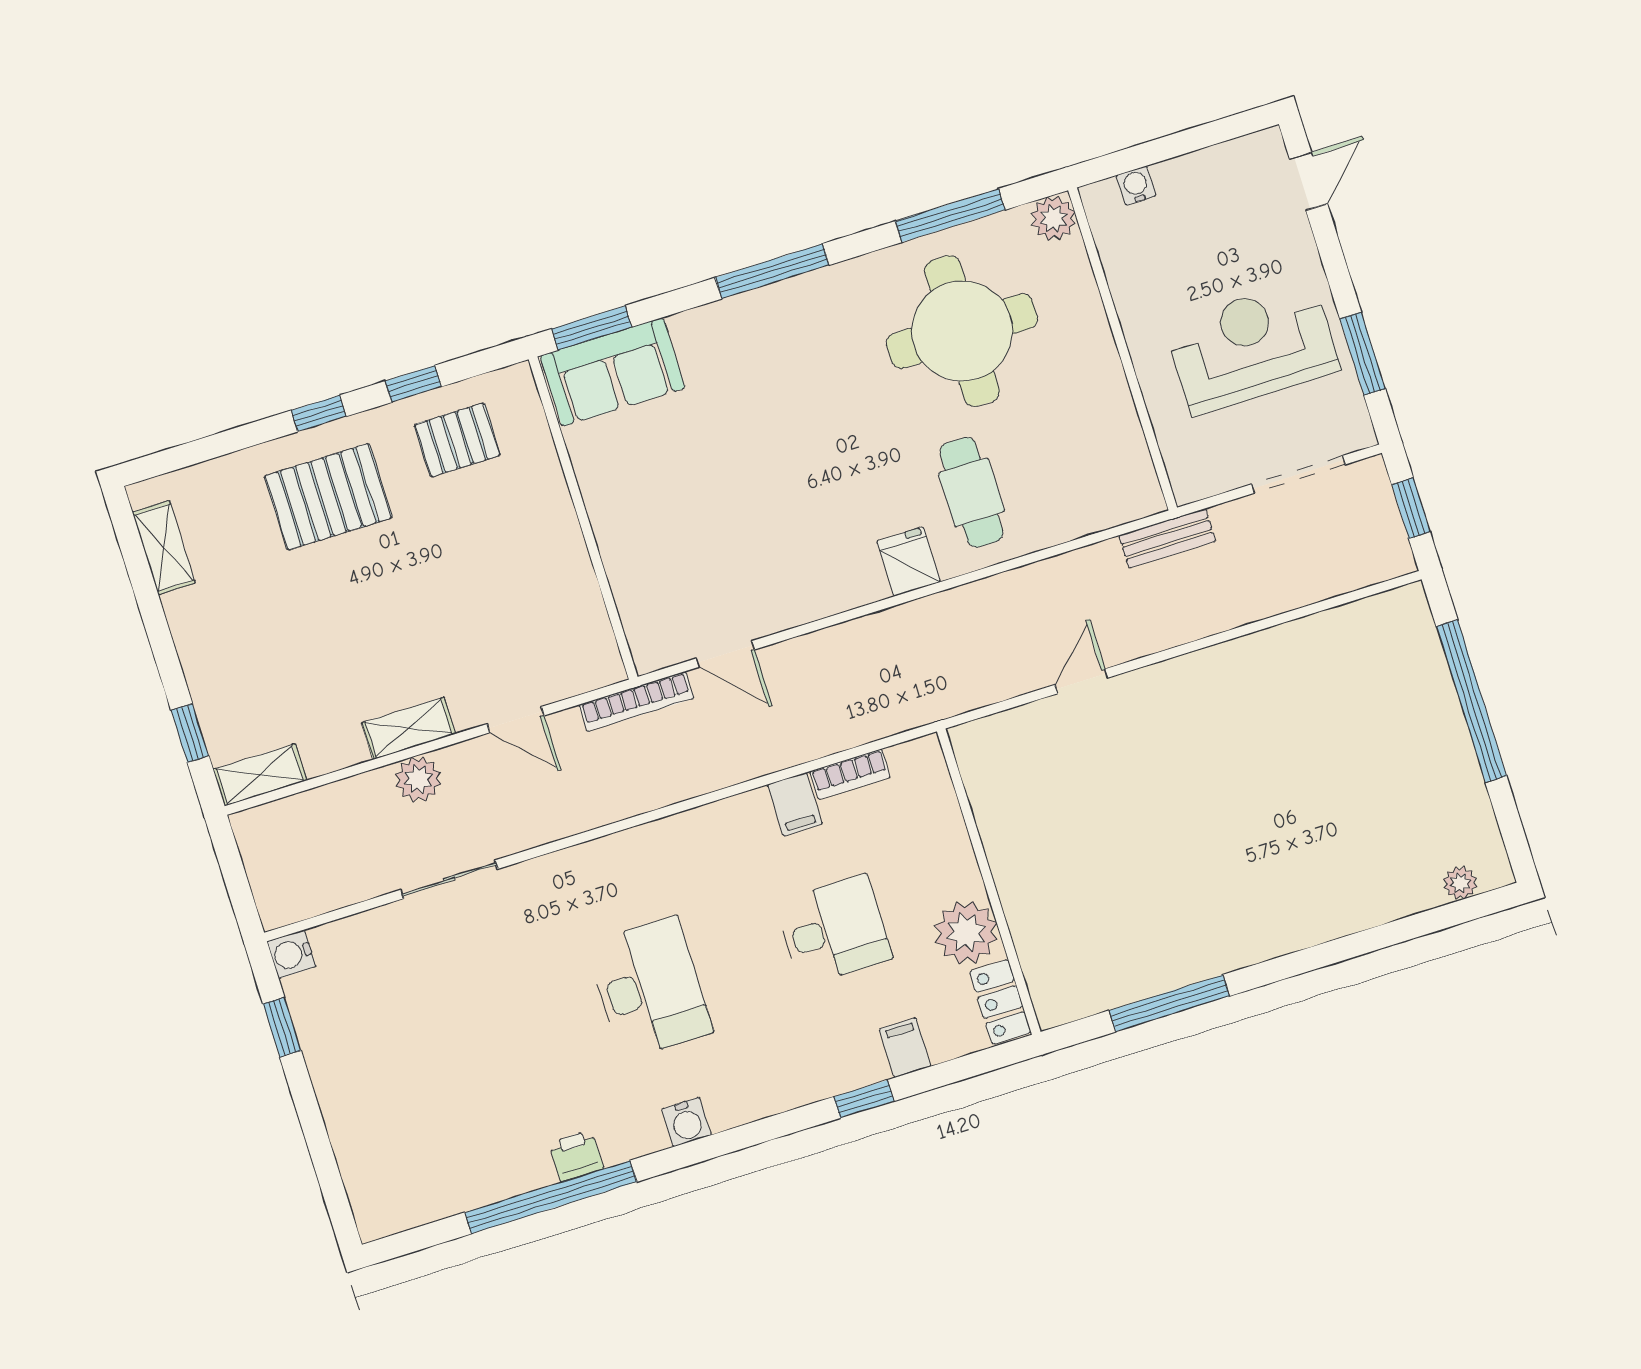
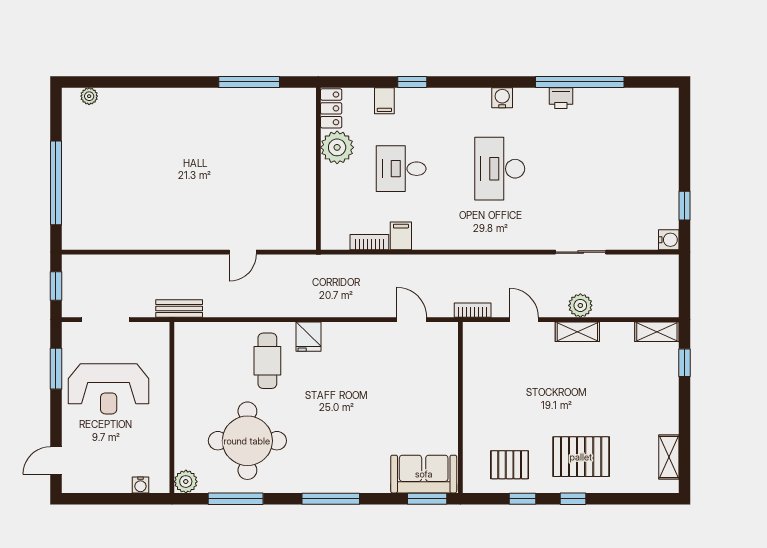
bookcase: (636, 701) -> (473, 310), width x0.64

